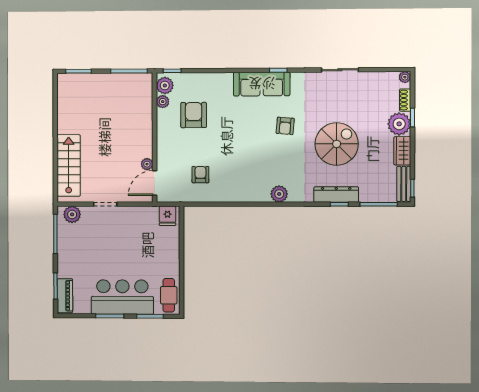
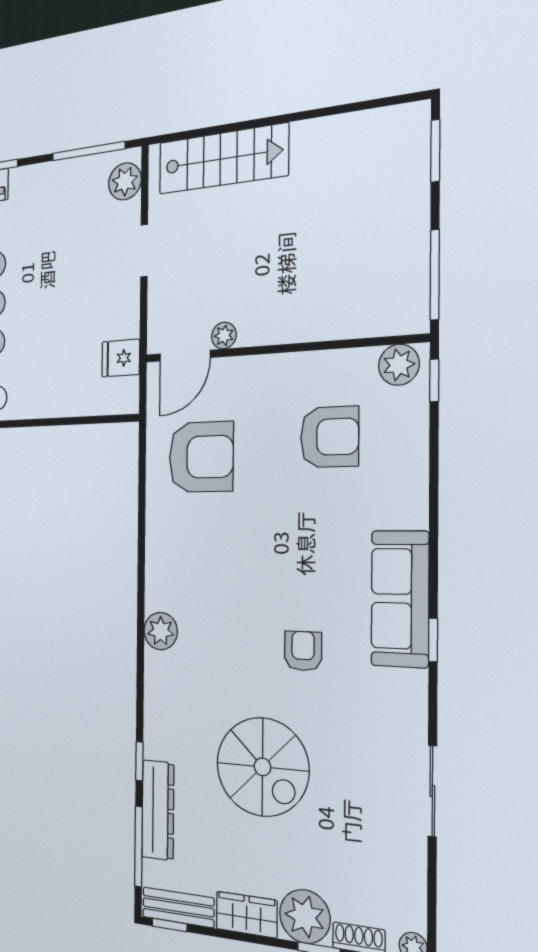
plant: (163, 102) -> (361, 362), removed
armchair: (285, 126) -> (303, 651), turned 85
armchair: (200, 175) -> (201, 457), width x1.88, depth x1.88
door: (155, 183) -> (185, 356), swing flipped
dresser: (336, 195) -> (158, 810), moved
fridge: (168, 216) -> (121, 358), moved

